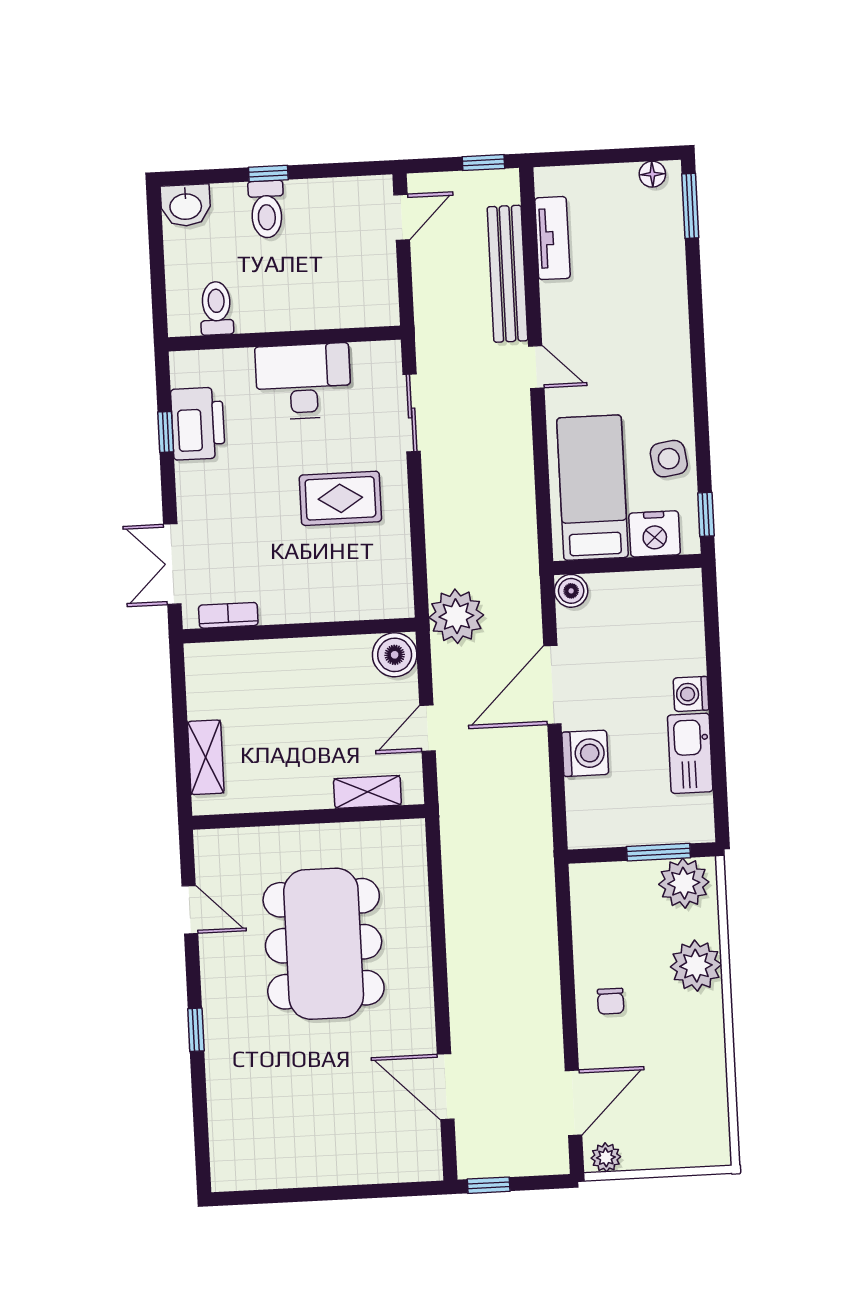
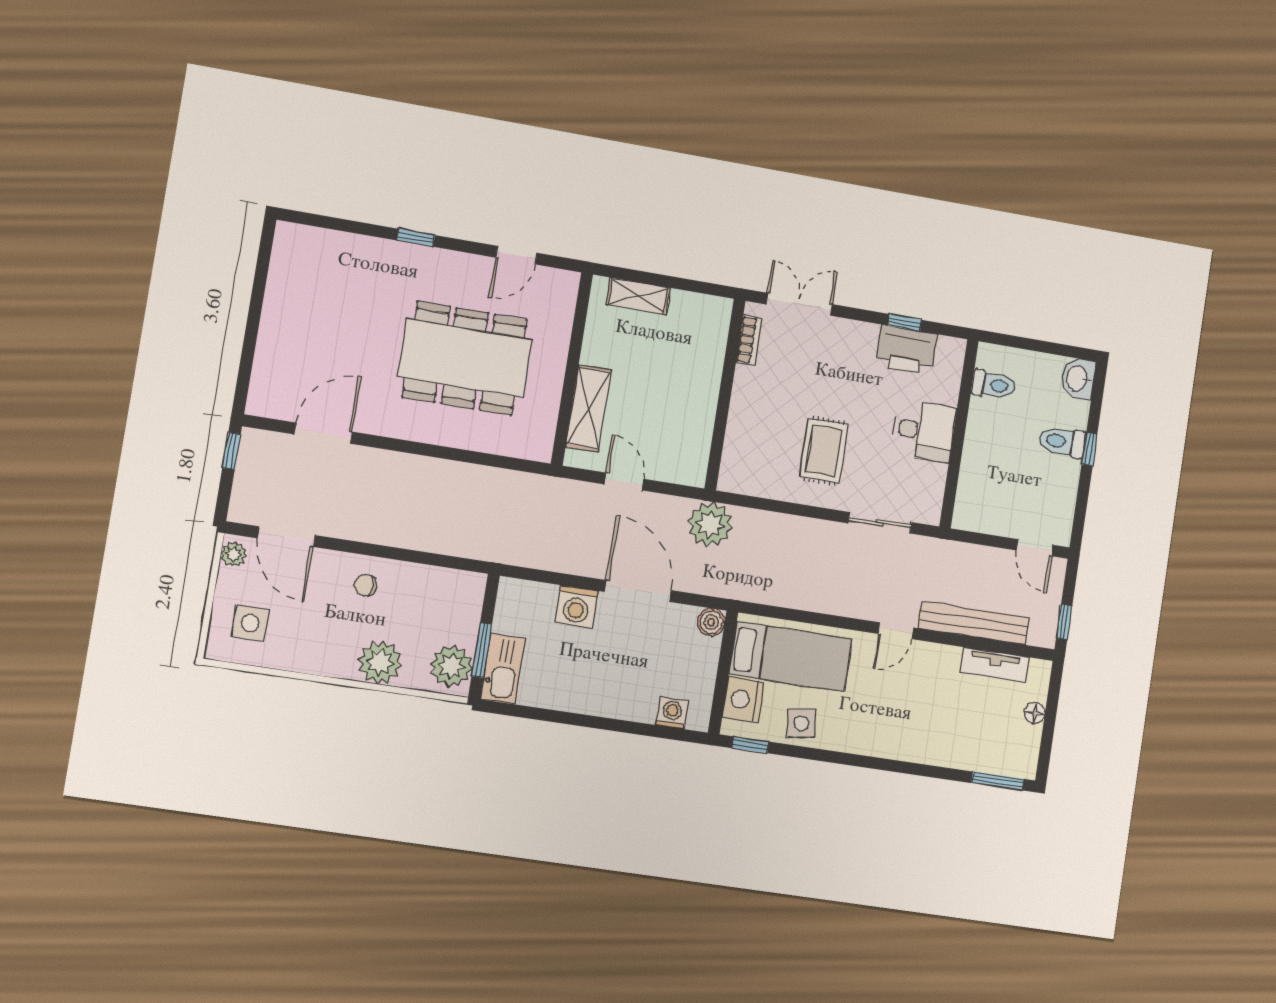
floor lamp: (652, 174) -> (1035, 713), moved
desk: (303, 381) -> (924, 431), width x0.73
boiler: (395, 655) -> (689, 468), removed
washing machine: (691, 694) -> (672, 713), moved
kitchen sink: (690, 753) -> (503, 669), moved, turned 90
shelving: (367, 792) -> (589, 408), width x1.50, depth x1.33
side table: (681, 1122) -> (250, 623), added

